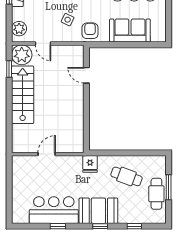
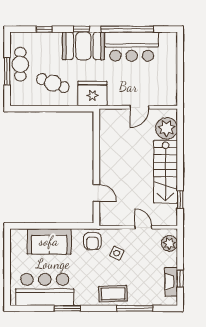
plant: (22, 55) -> (167, 128), moved
fridge: (90, 164) -> (92, 94), width x1.88, depth x1.34
window: (58, 226) -> (127, 29), width x3.17

